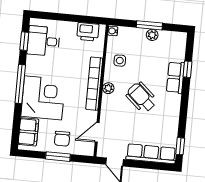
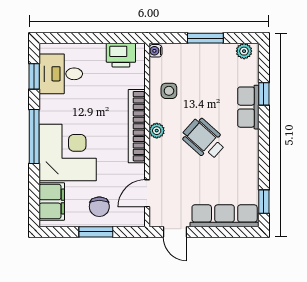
plant: (152, 35) -> (244, 51), moved

